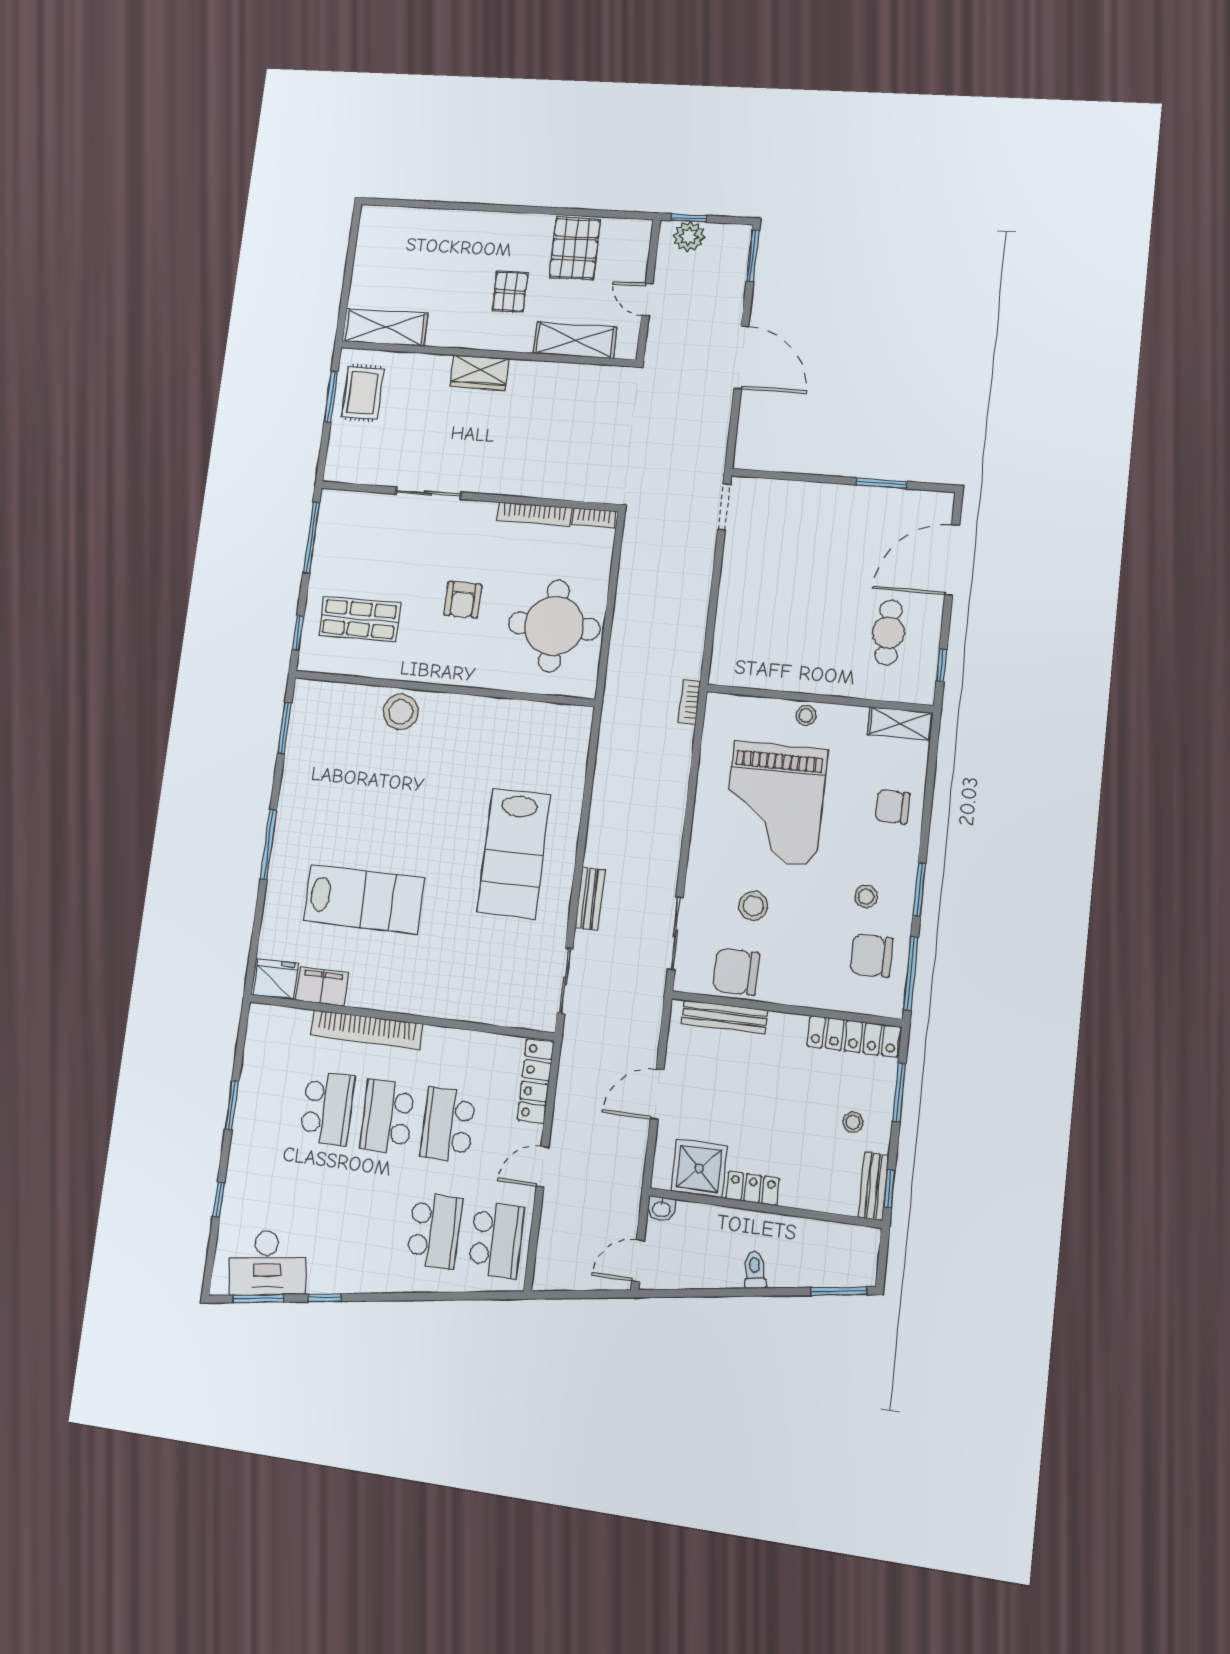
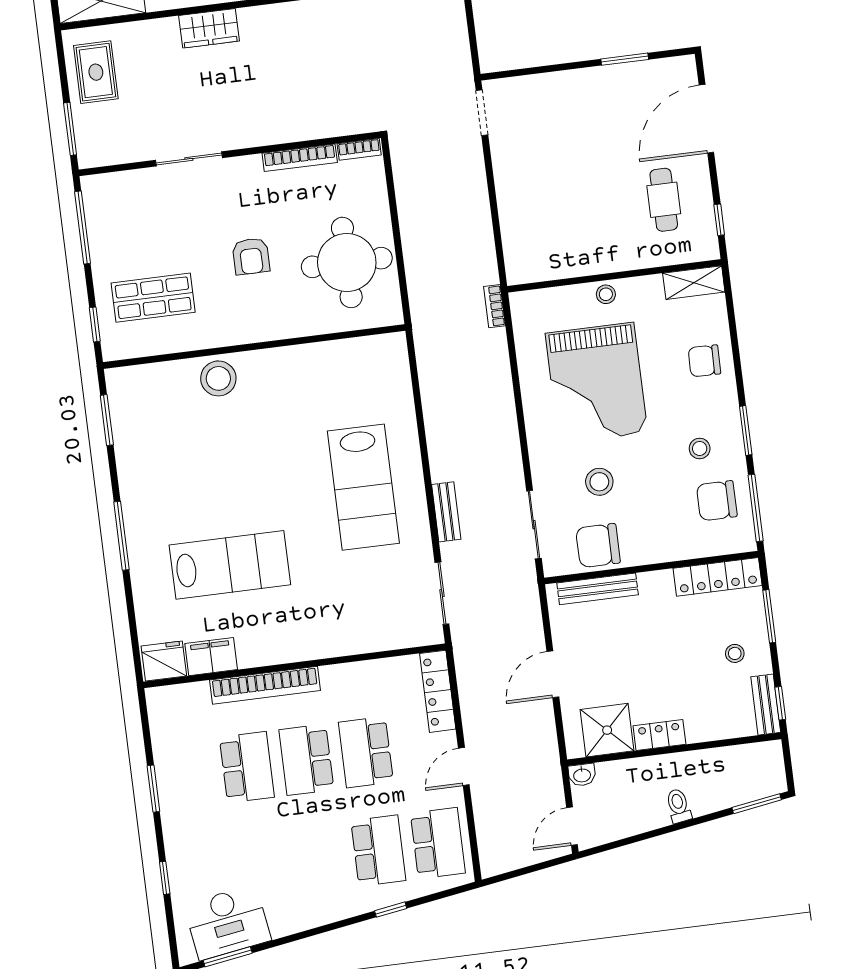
window: (331, 397) -> (70, 129), moved
window: (325, 1298) -> (391, 910), moved

